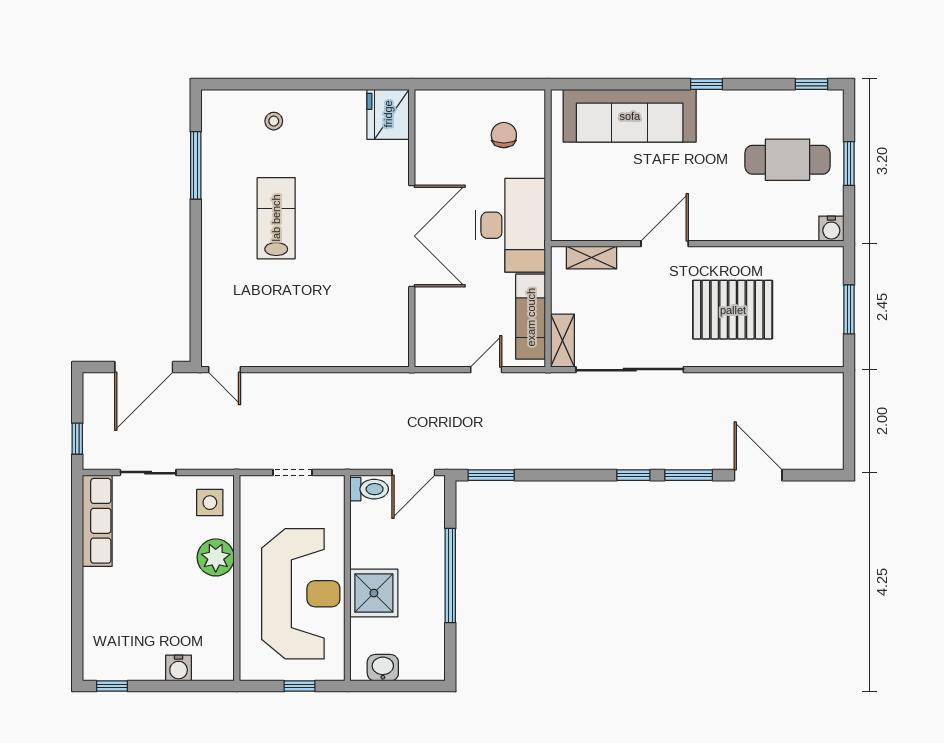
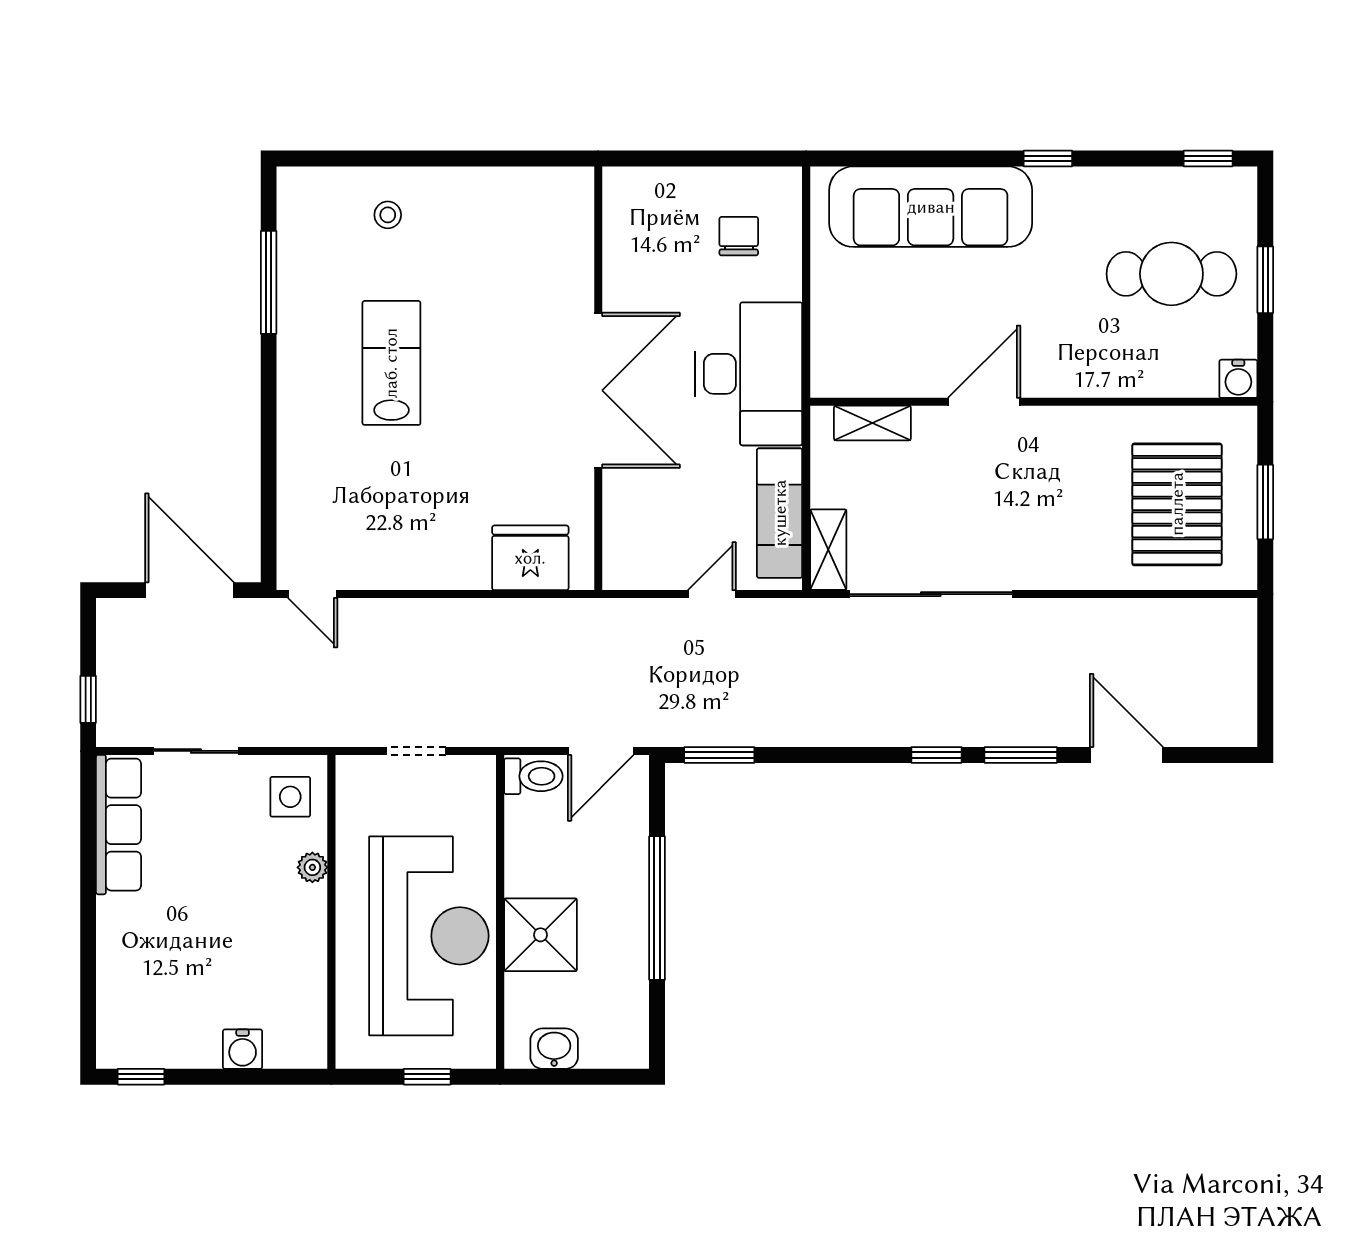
fridge: (388, 114) -> (530, 558), moved, turned 90
pallet: (733, 310) -> (1177, 504), moved, turned 90
door: (144, 367) -> (190, 590), swing flipped
plant: (216, 557) -> (312, 867), width x0.53, depth x0.53

